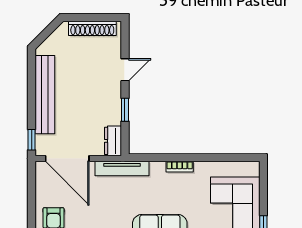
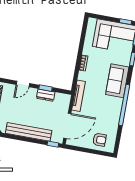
door: (125, 70) -> (23, 84), swing flipped
dresser: (113, 141) -> (46, 95), moved

